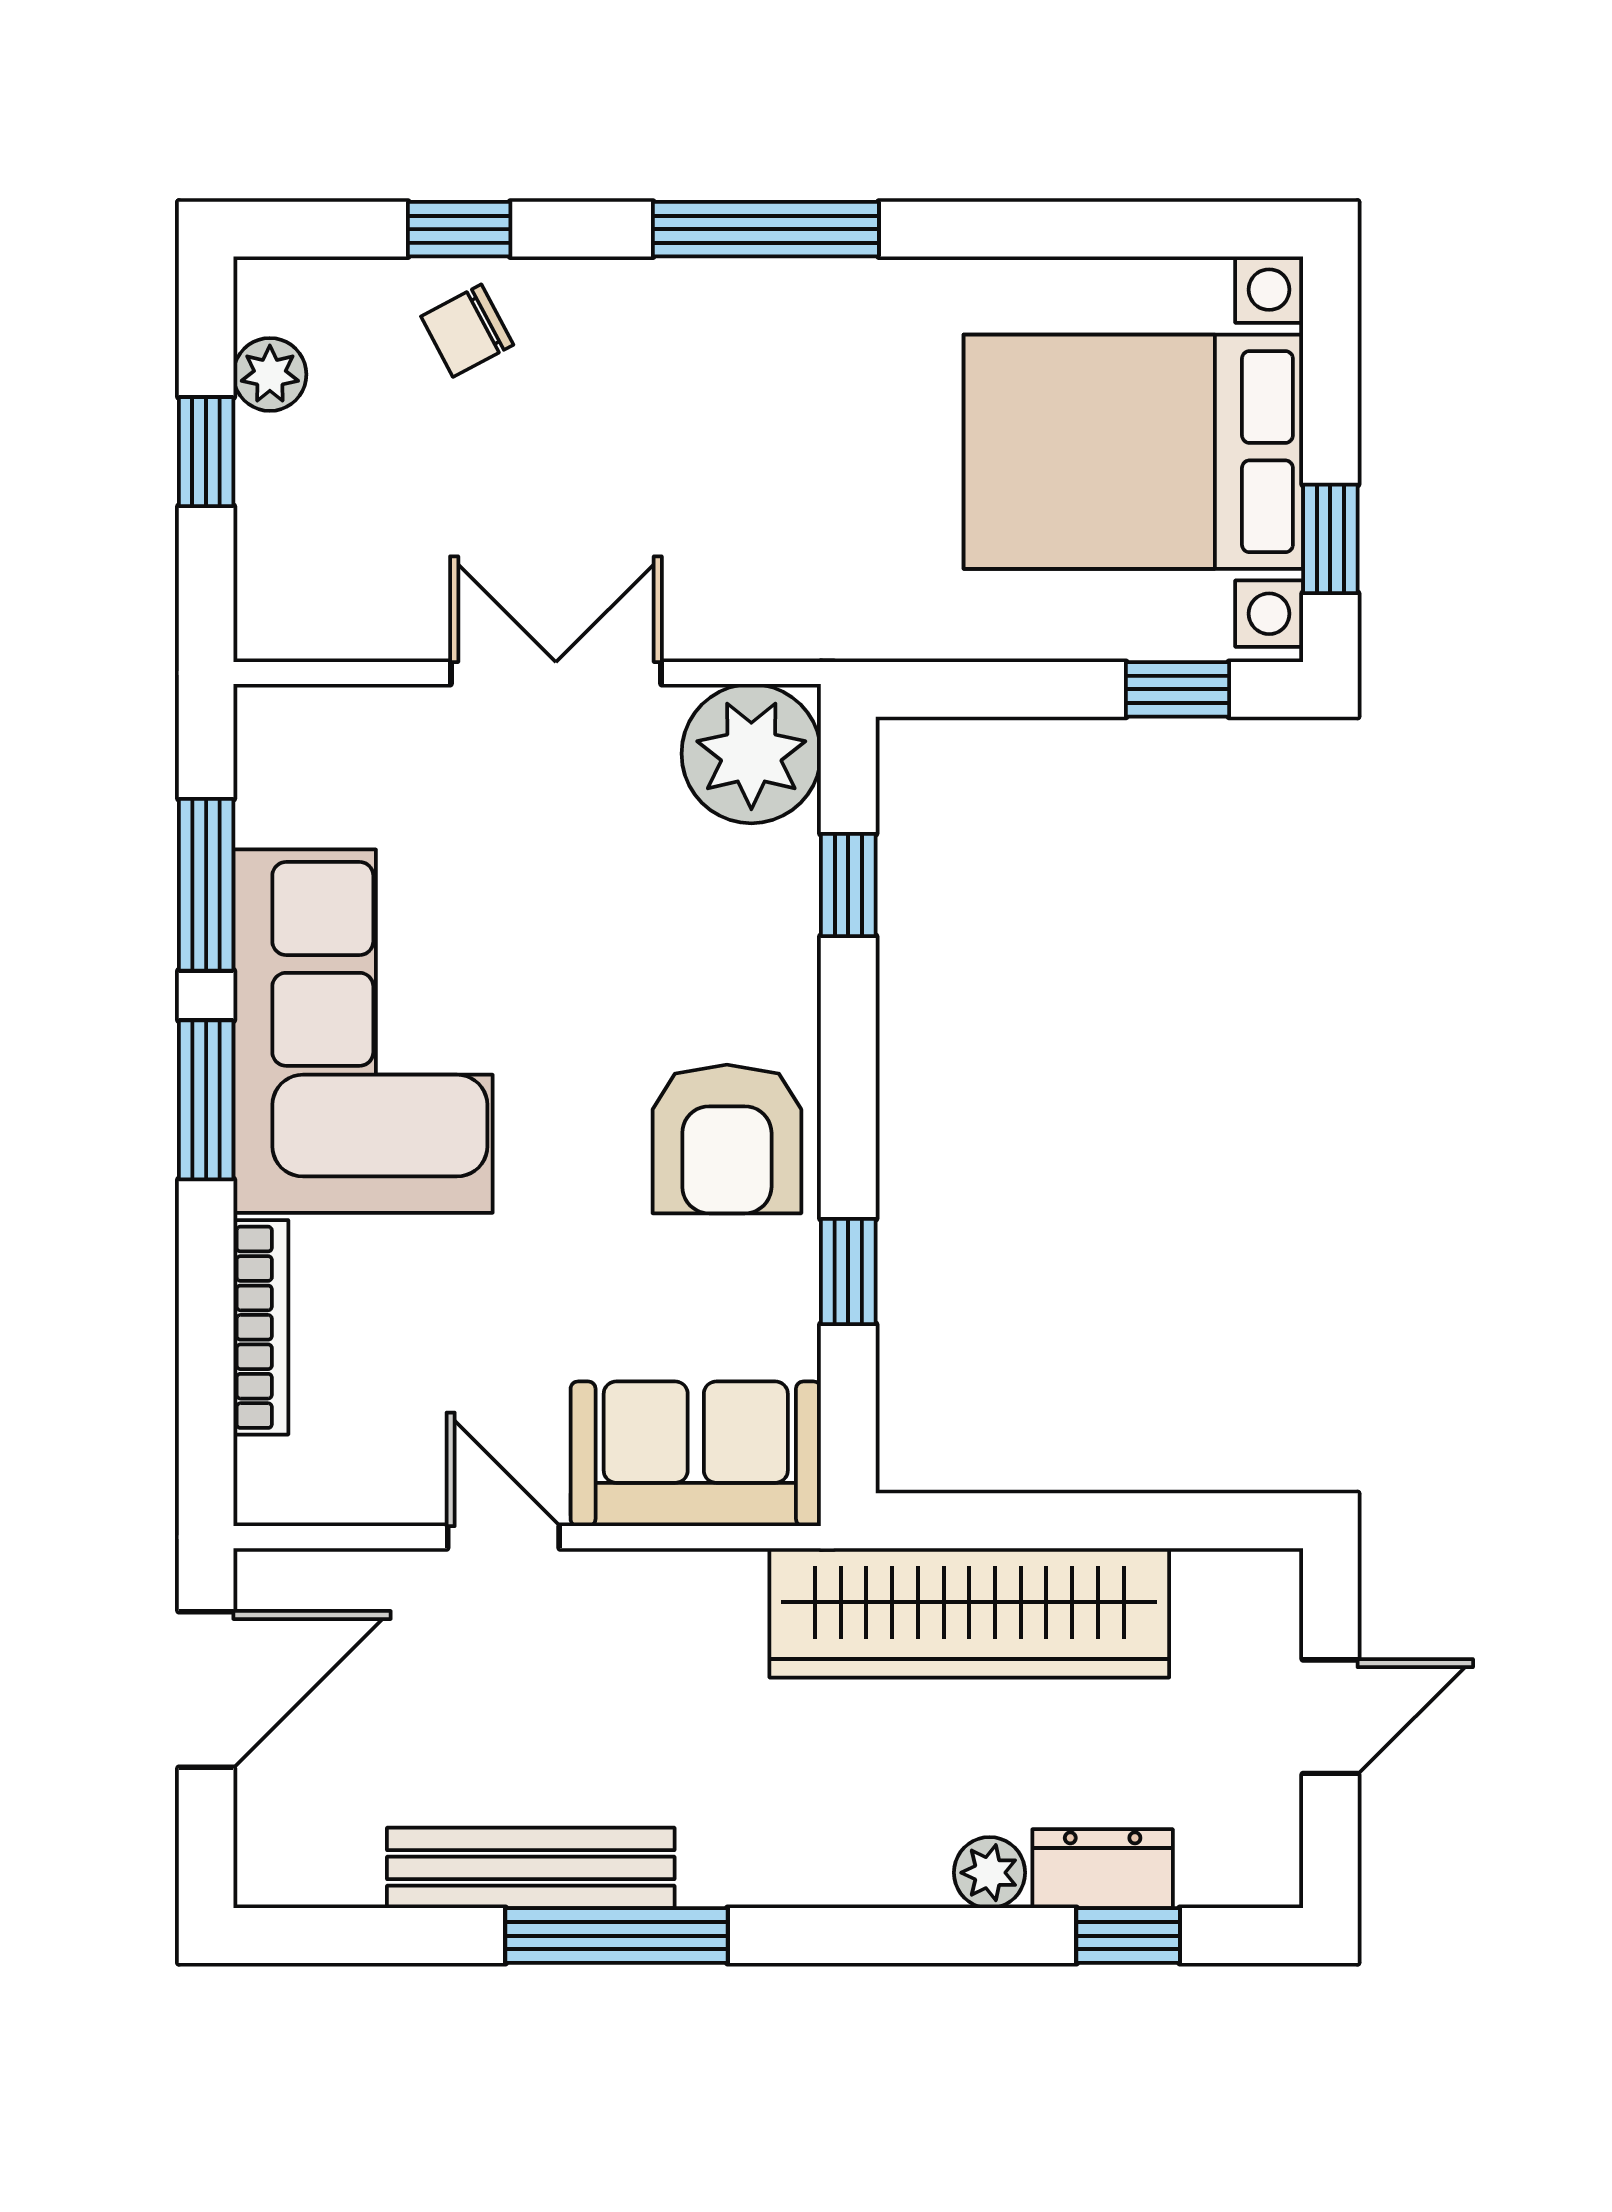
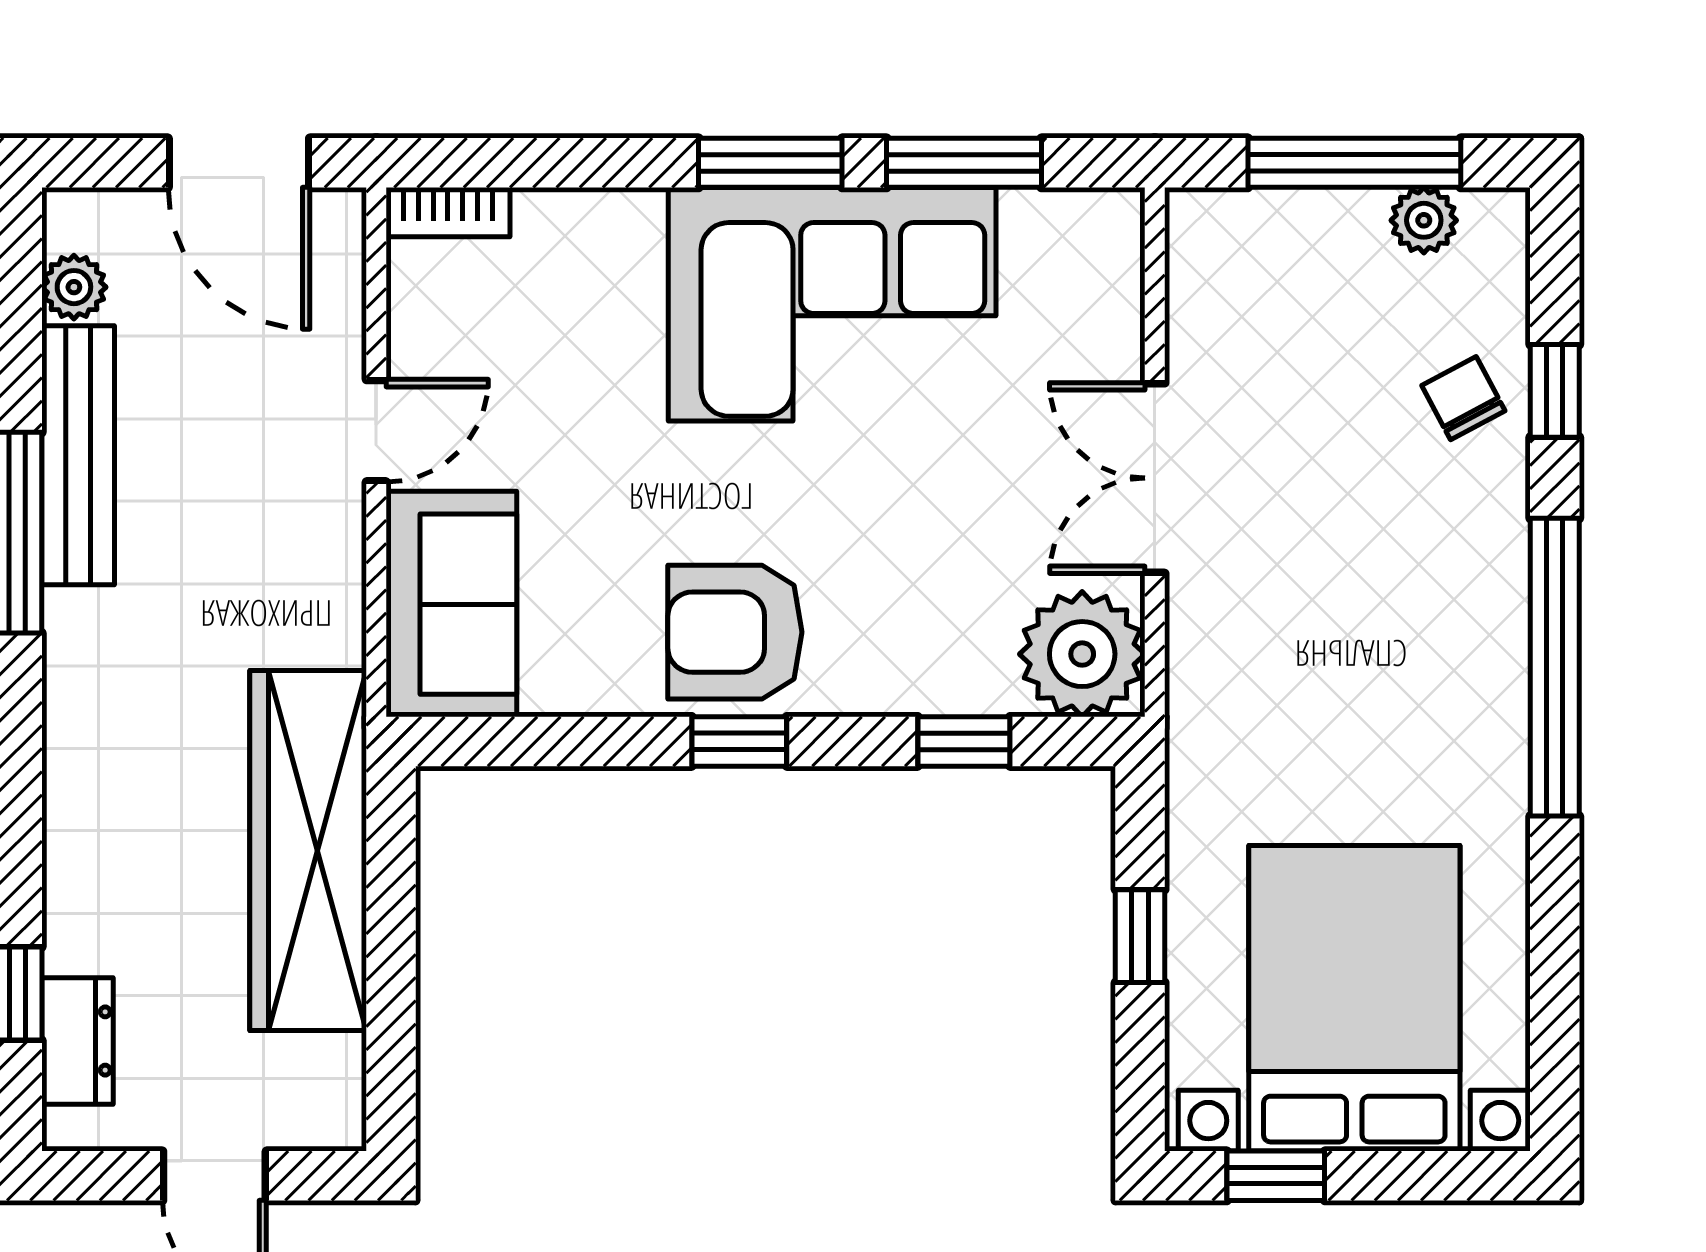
window: (766, 229) -> (1555, 667), width x1.46
window: (206, 452) -> (1354, 163), width x2.17
double door: (556, 673) -> (1155, 478), swing flipped
window: (1178, 689) -> (1140, 936), moved
window: (848, 1271) -> (739, 741), moved
bookcase: (261, 1327) -> (448, 212), moved, width x0.64
dresser: (1103, 1869) -> (77, 1041), moved
plant: (989, 1873) -> (74, 287), moved

